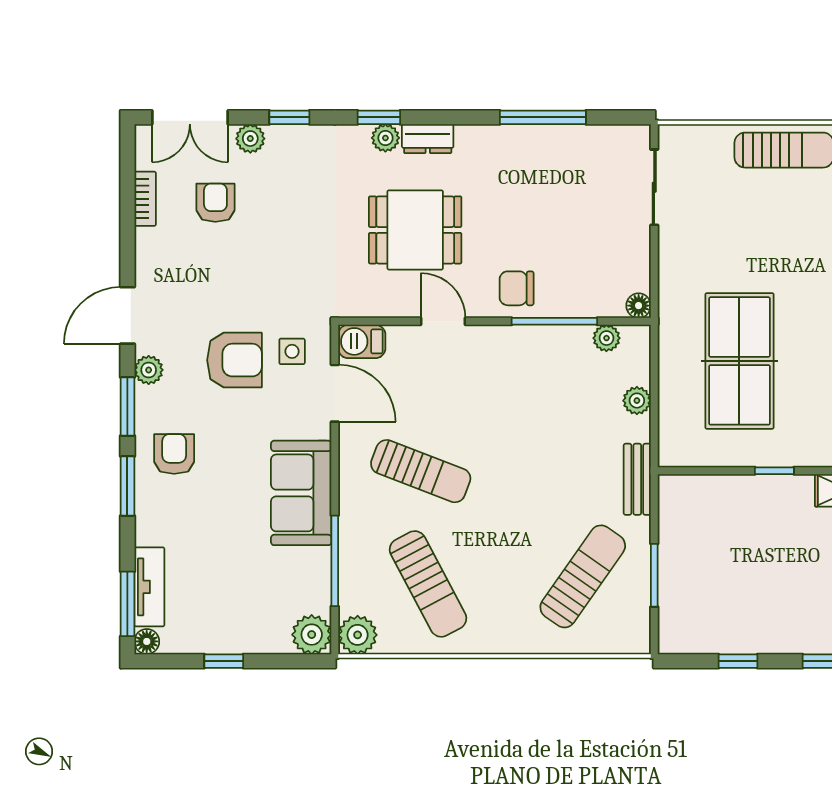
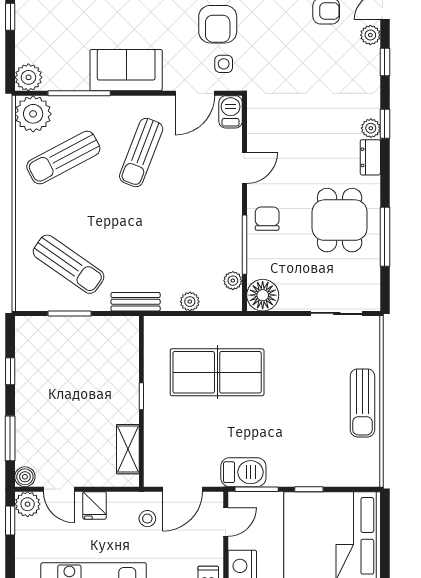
dining table: (415, 230) -> (340, 220), moved
floor lamp: (639, 306) -> (263, 295), width x1.89, depth x1.89
plant: (358, 635) -> (33, 114), width x1.36, depth x1.36

